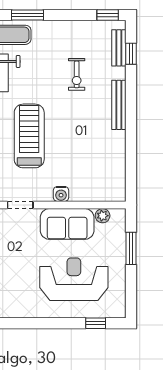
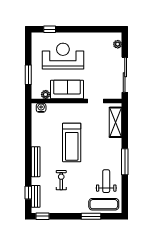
treadmill: (29, 136) -> (72, 142), moved
water cooler: (61, 194) -> (41, 108), moved
reception desk: (74, 279) -> (63, 56), turned 180

